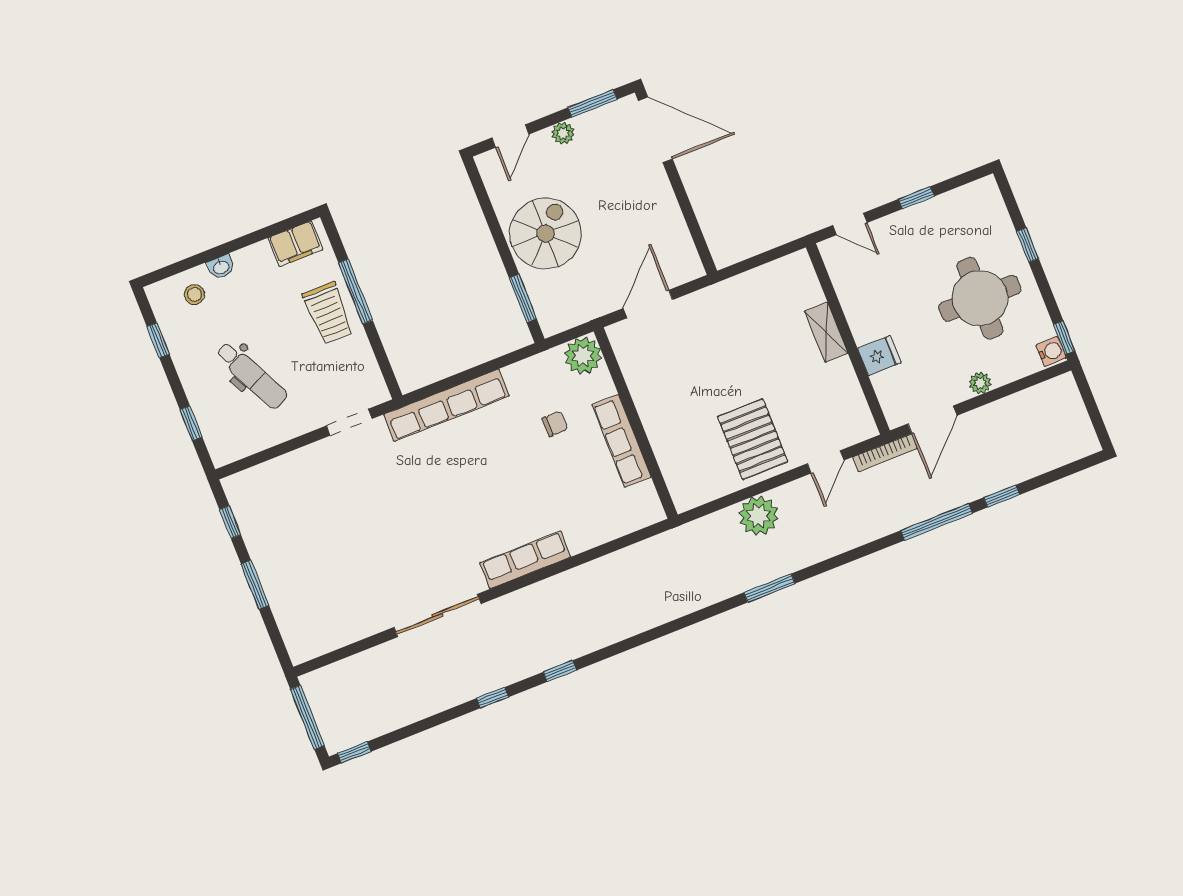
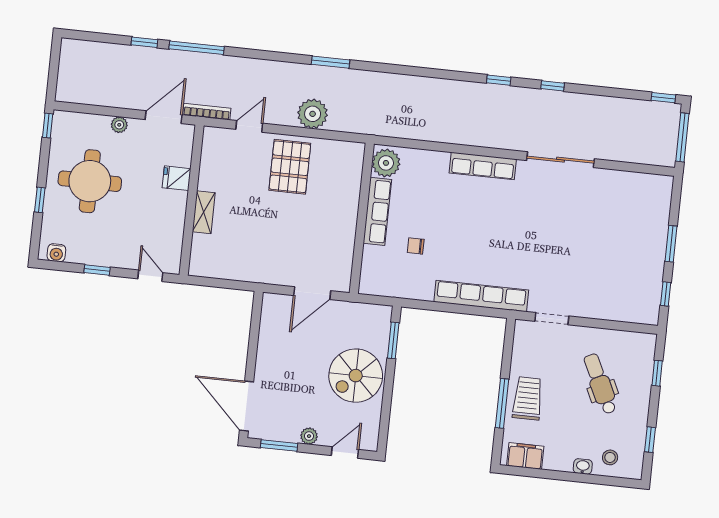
water cooler: (1051, 351) -> (56, 253), moved, turned -90
plant: (583, 356) -> (386, 163), moved

